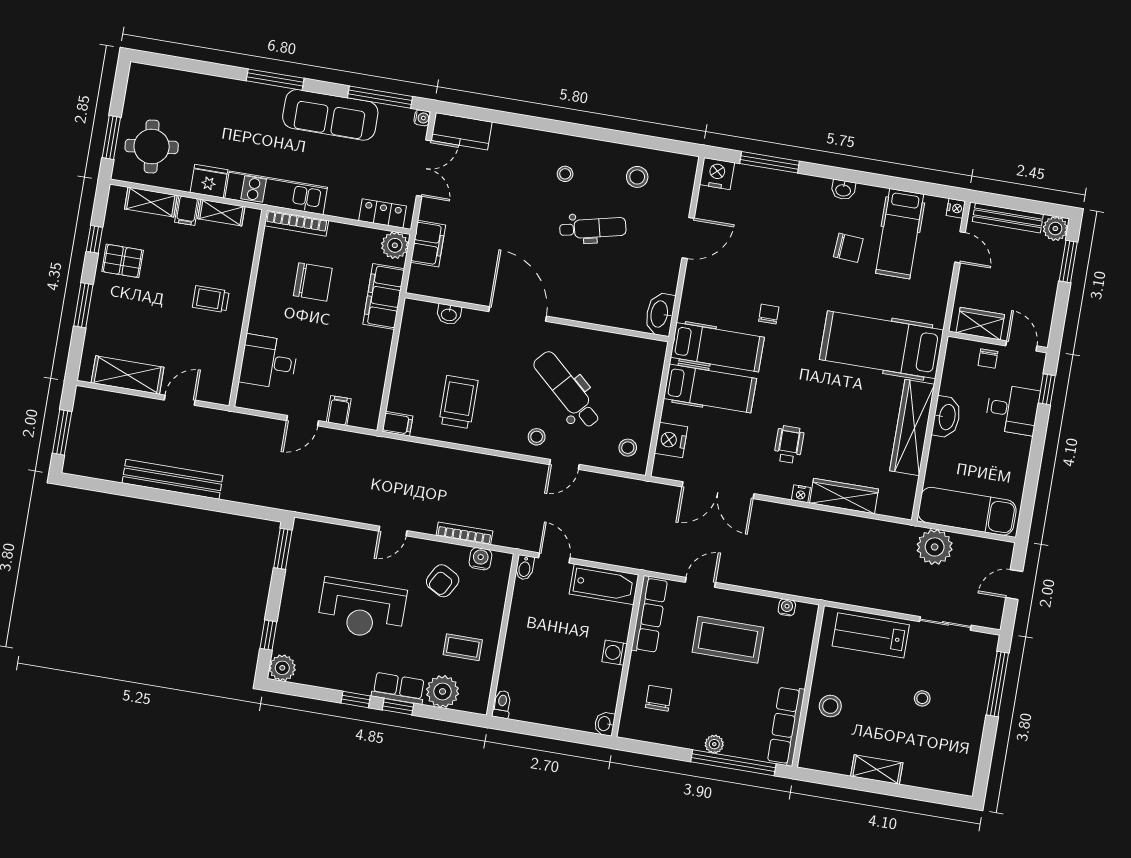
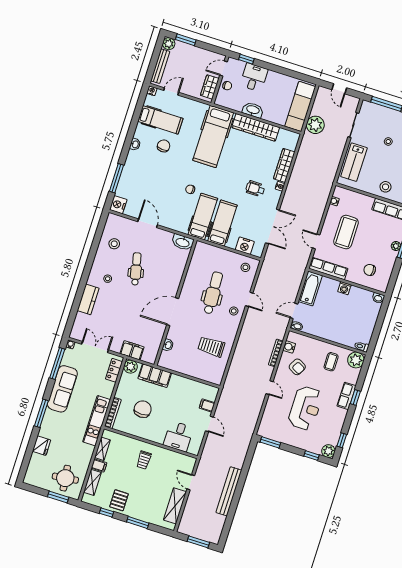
kitchen counter: (461, 131) -> (88, 299), moved
fridge: (209, 181) -> (41, 446), moved, turned 180
dental chair: (567, 390) -> (213, 293), turned 135
filing cabinet: (397, 424) -> (218, 378), removed
plant: (443, 692) -> (356, 360), moved
window: (356, 700) -> (342, 440), moved

